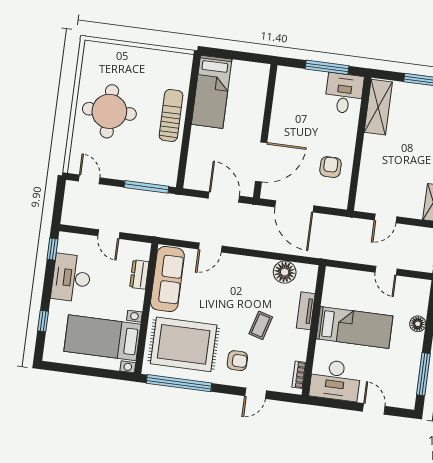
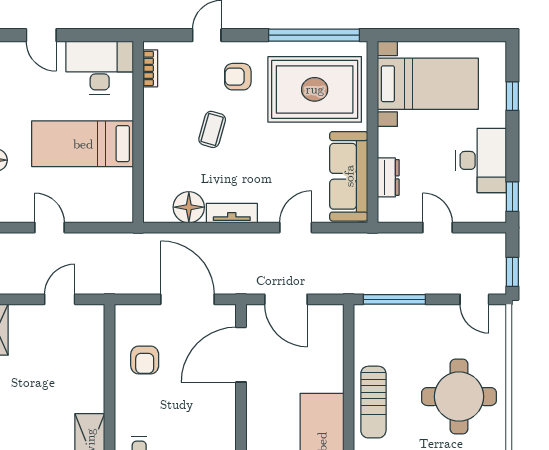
window: (60, 195) -> (512, 272), added
tv unit: (306, 311) -> (232, 213), moved, turned -90

